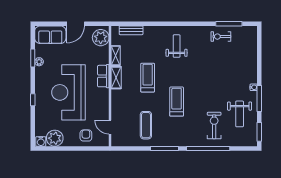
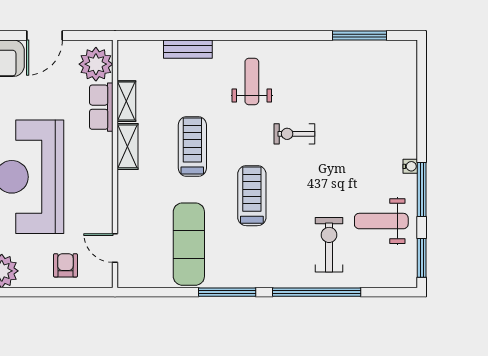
bench: (131, 30) -> (188, 49), moved
exercise bike: (221, 37) -> (294, 134), moved
row of seats: (103, 76) -> (101, 107), moved
weight bench: (240, 114) -> (381, 221), turned 90
exercise mat: (146, 125) -> (189, 244), width x1.36, depth x1.45

